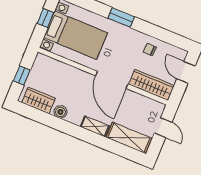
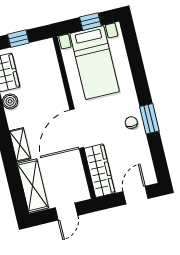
window: (121, 17) -> (149, 119), moved
chair: (150, 50) -> (131, 123), moved

